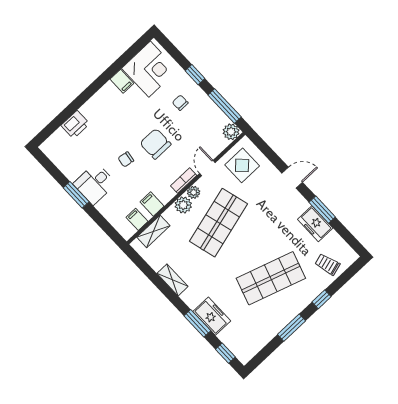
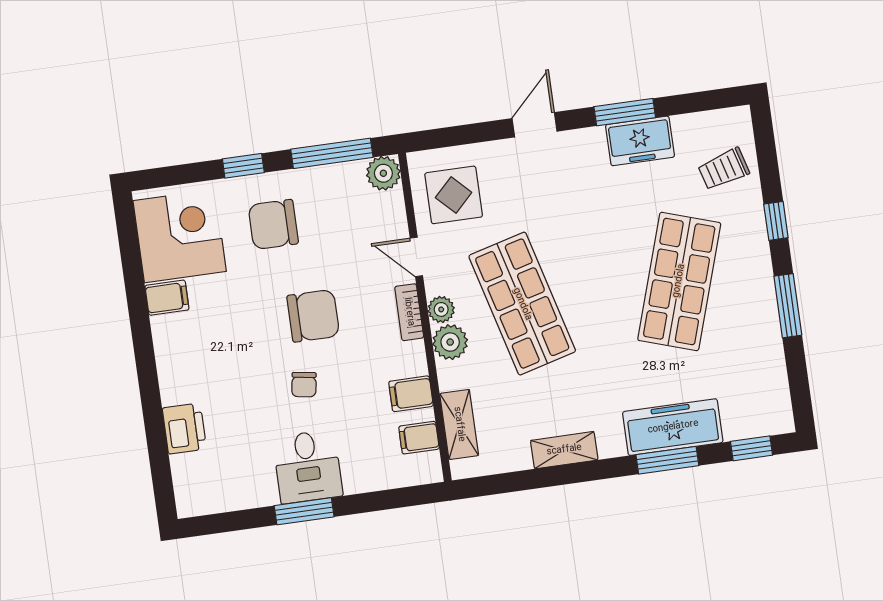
chair: (180, 103) -> (273, 224), width x1.87, depth x1.87
chair: (155, 144) -> (313, 316), turned 180
freezer: (212, 316) -> (673, 427), width x1.40

